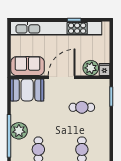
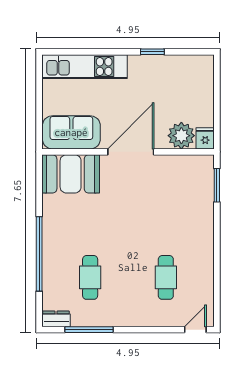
kitchen unit: (56, 28) -> (84, 67), width x0.54
cafe table: (82, 107) -> (166, 204), removed
plant: (19, 131) -> (56, 245), removed

